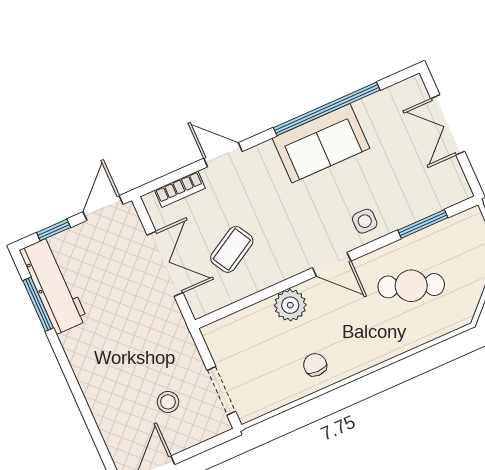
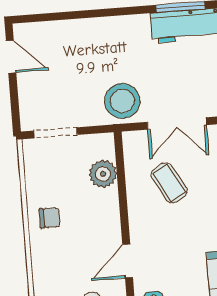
plant: (290, 305) -> (103, 174), moved
stool: (168, 402) -> (122, 101), moved, width x1.89, depth x1.89

